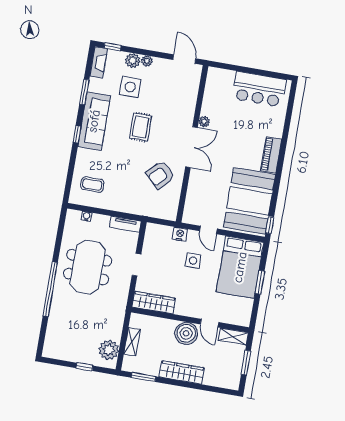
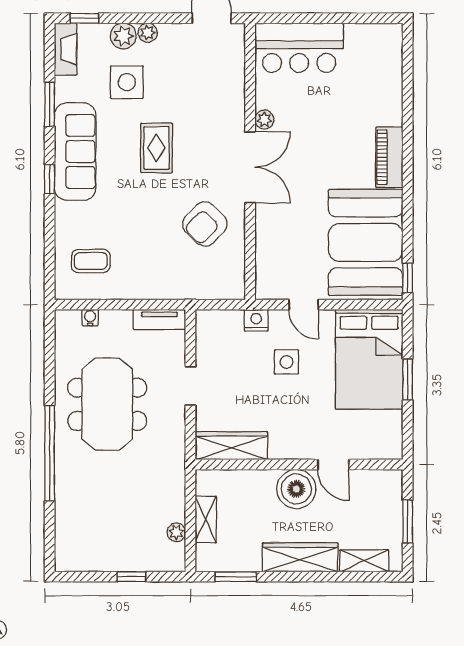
bar counter: (259, 89) -> (299, 48), moved
shelving: (233, 337) -> (364, 561), moved
plant: (109, 350) -> (176, 532), width x0.53, depth x0.53

